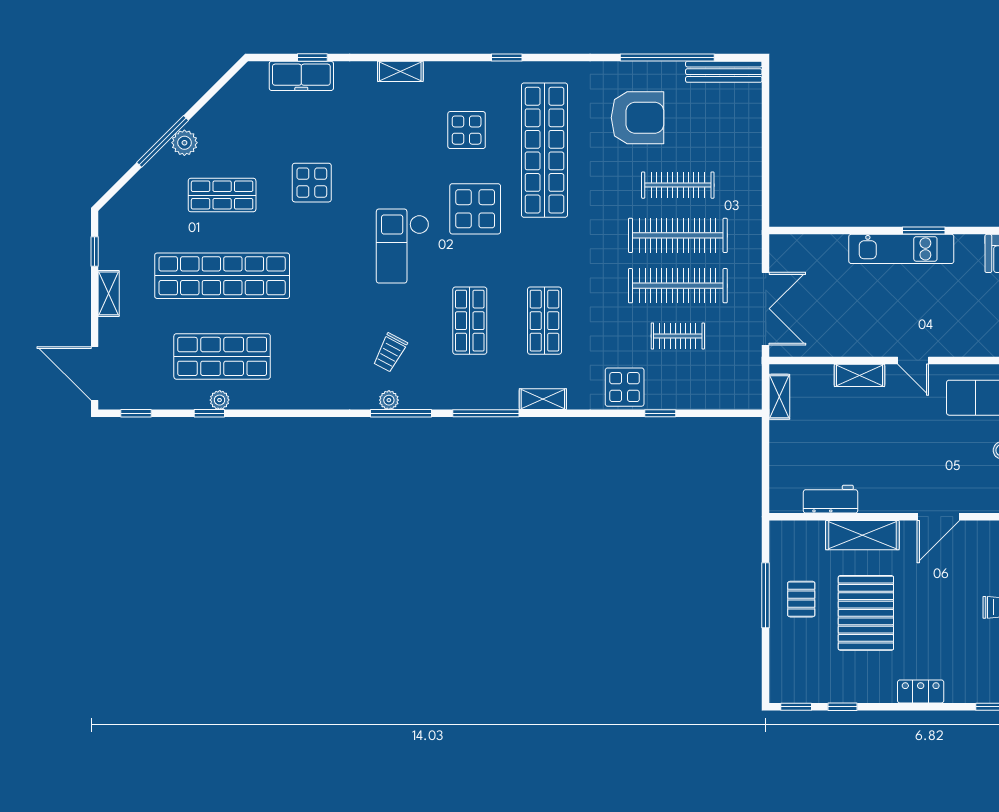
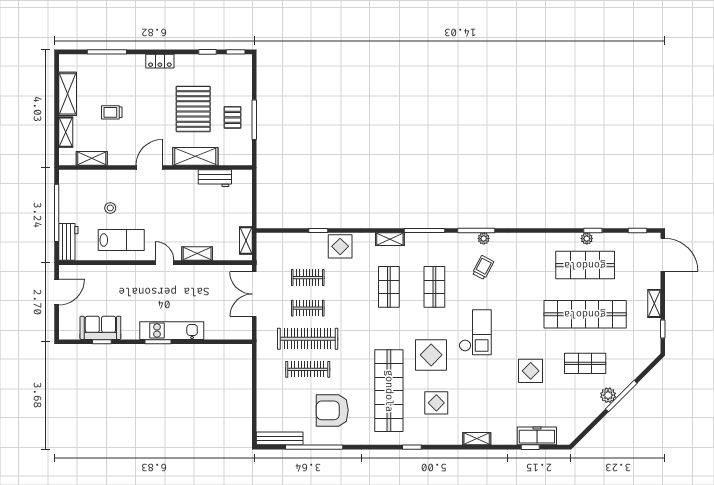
clothes rail: (678, 286) -> (308, 308), width x0.54, depth x0.76

